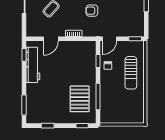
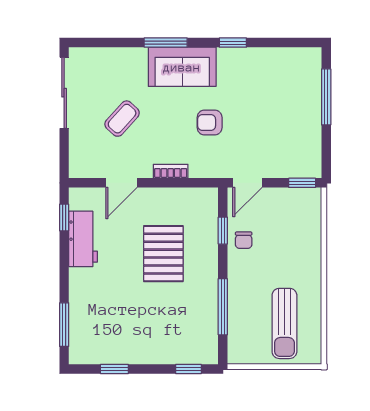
workbench: (33, 65) -> (83, 239), width x0.73
sun lounger: (131, 73) -> (284, 323), moved
pallet: (80, 99) -> (163, 254), moved

